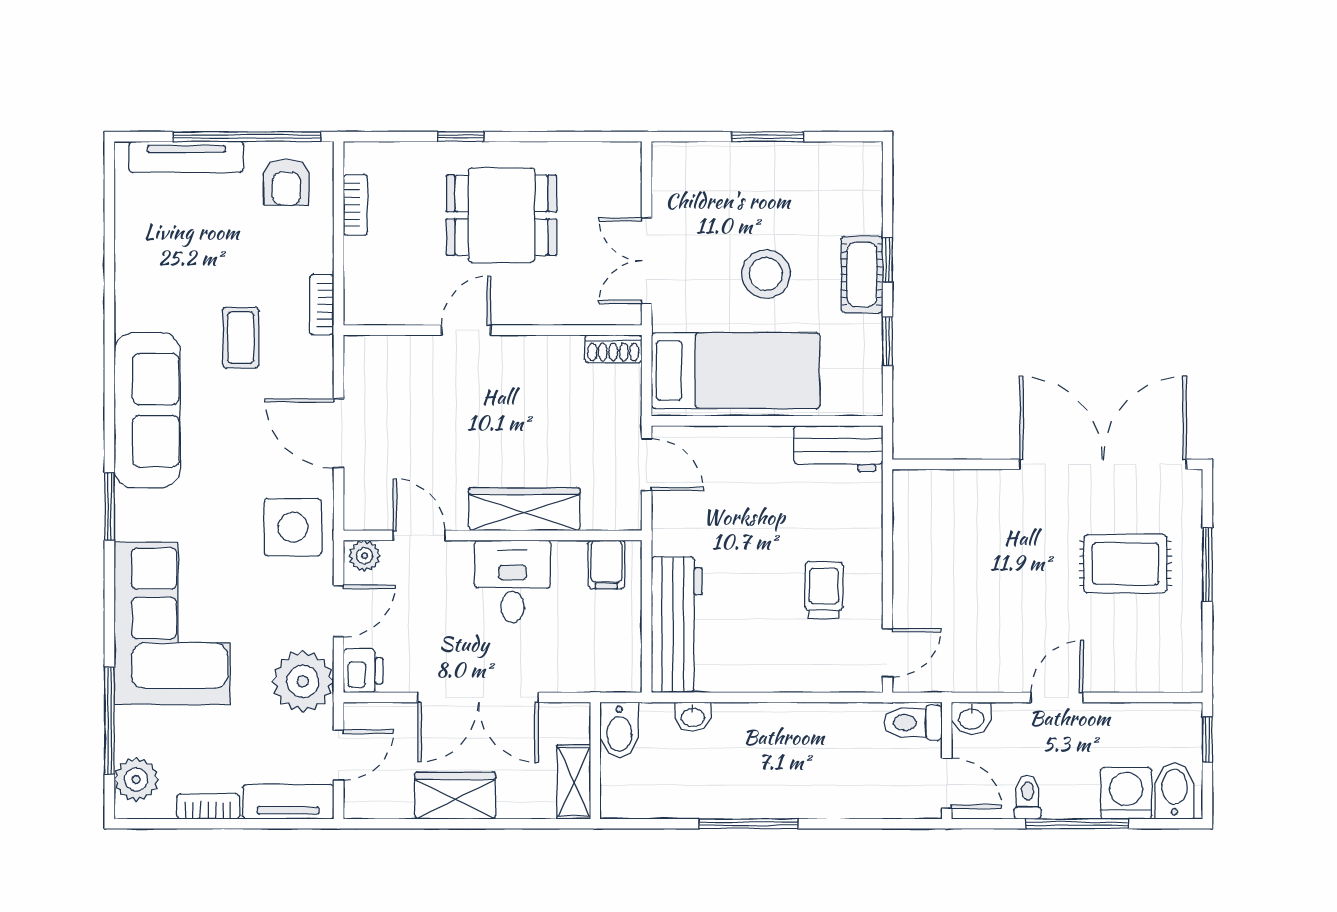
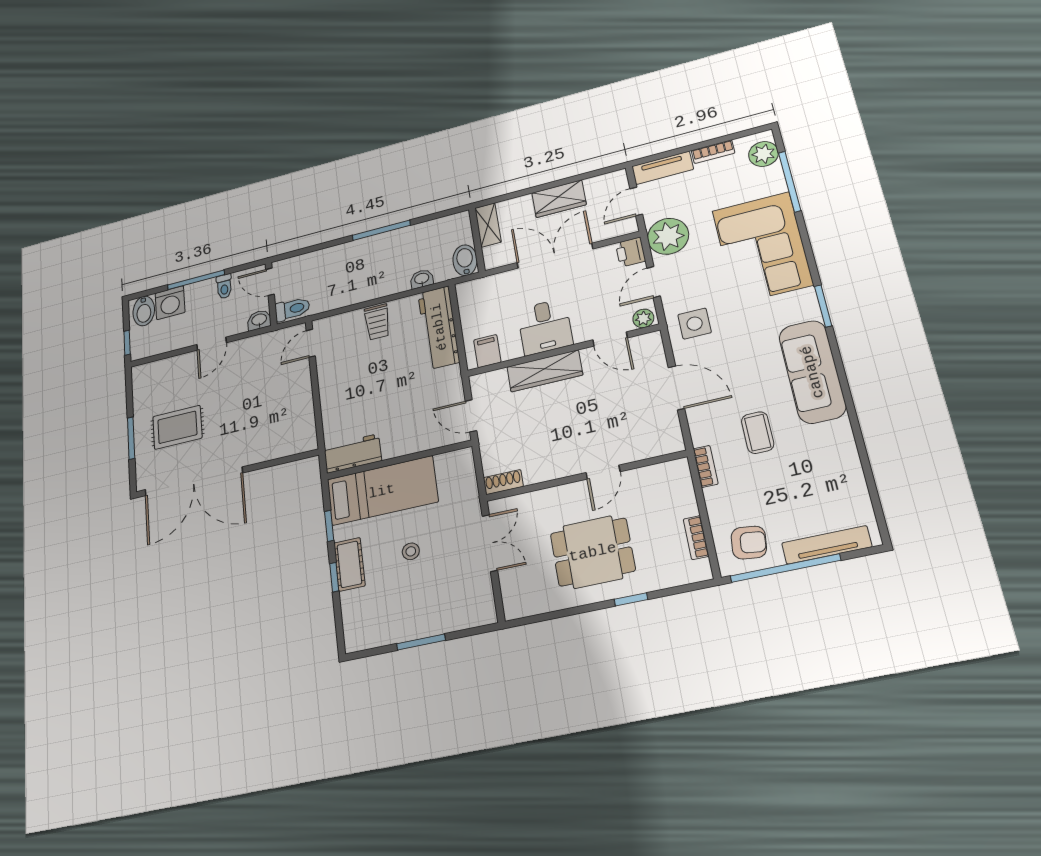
armchair: (286, 182) -> (749, 543), turned 97
stool: (766, 274) -> (411, 551), width x0.53, depth x0.53
bed: (736, 371) -> (382, 491), moved, turned 180
side table: (293, 527) -> (695, 324), width x0.73, depth x0.73
trolley: (824, 590) -> (377, 322), moved

